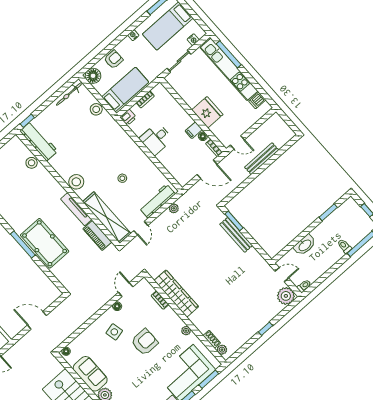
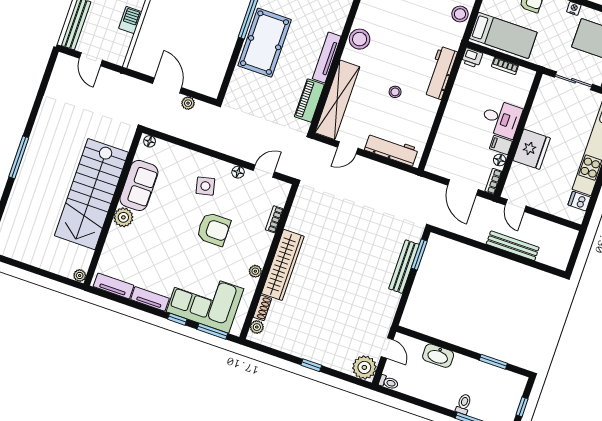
desk: (156, 139) -> (501, 119), moved, turned 180
workbench: (126, 143) -> (440, 73), added
plant: (174, 208) -> (188, 103), moved
wardrobe: (176, 294) -> (283, 265), moved

